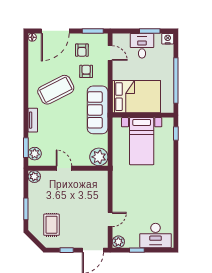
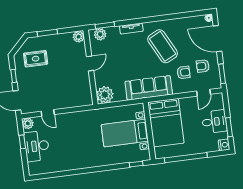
desk: (156, 235) -> (37, 146), moved

